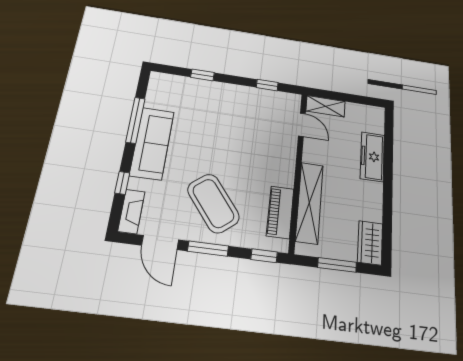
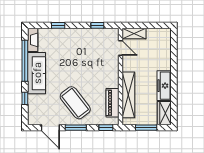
window: (135, 120) -> (25, 61), width x1.46
freezer: (372, 157) -> (164, 86), moved
fireplace: (131, 211) -> (33, 40), moved

